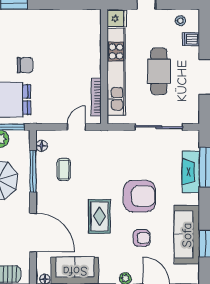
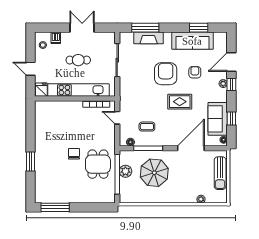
cafe table: (159, 71) -> (78, 60), width x0.73, depth x0.74

